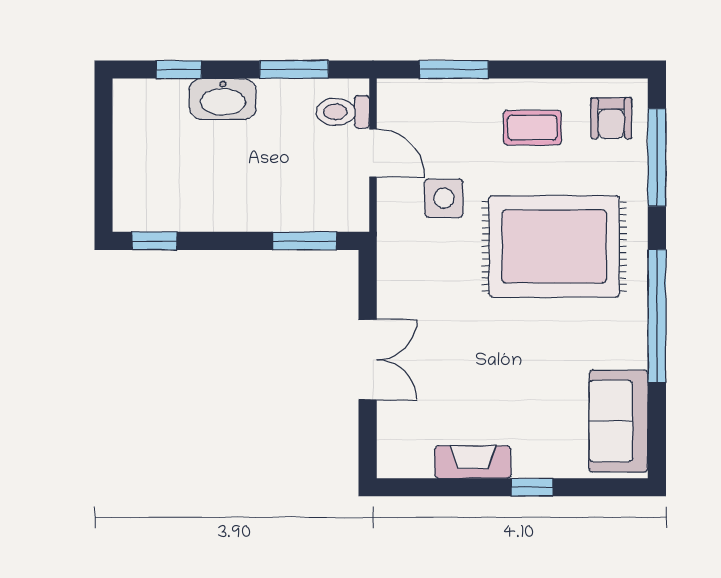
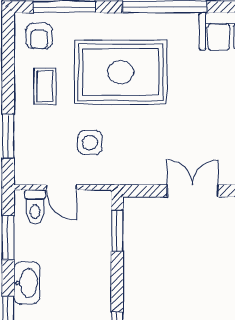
armchair: (611, 118) -> (39, 36), turned 90
door: (373, 153) -> (61, 187), swing flipped
rug: (554, 246) -> (121, 72), turned 90

